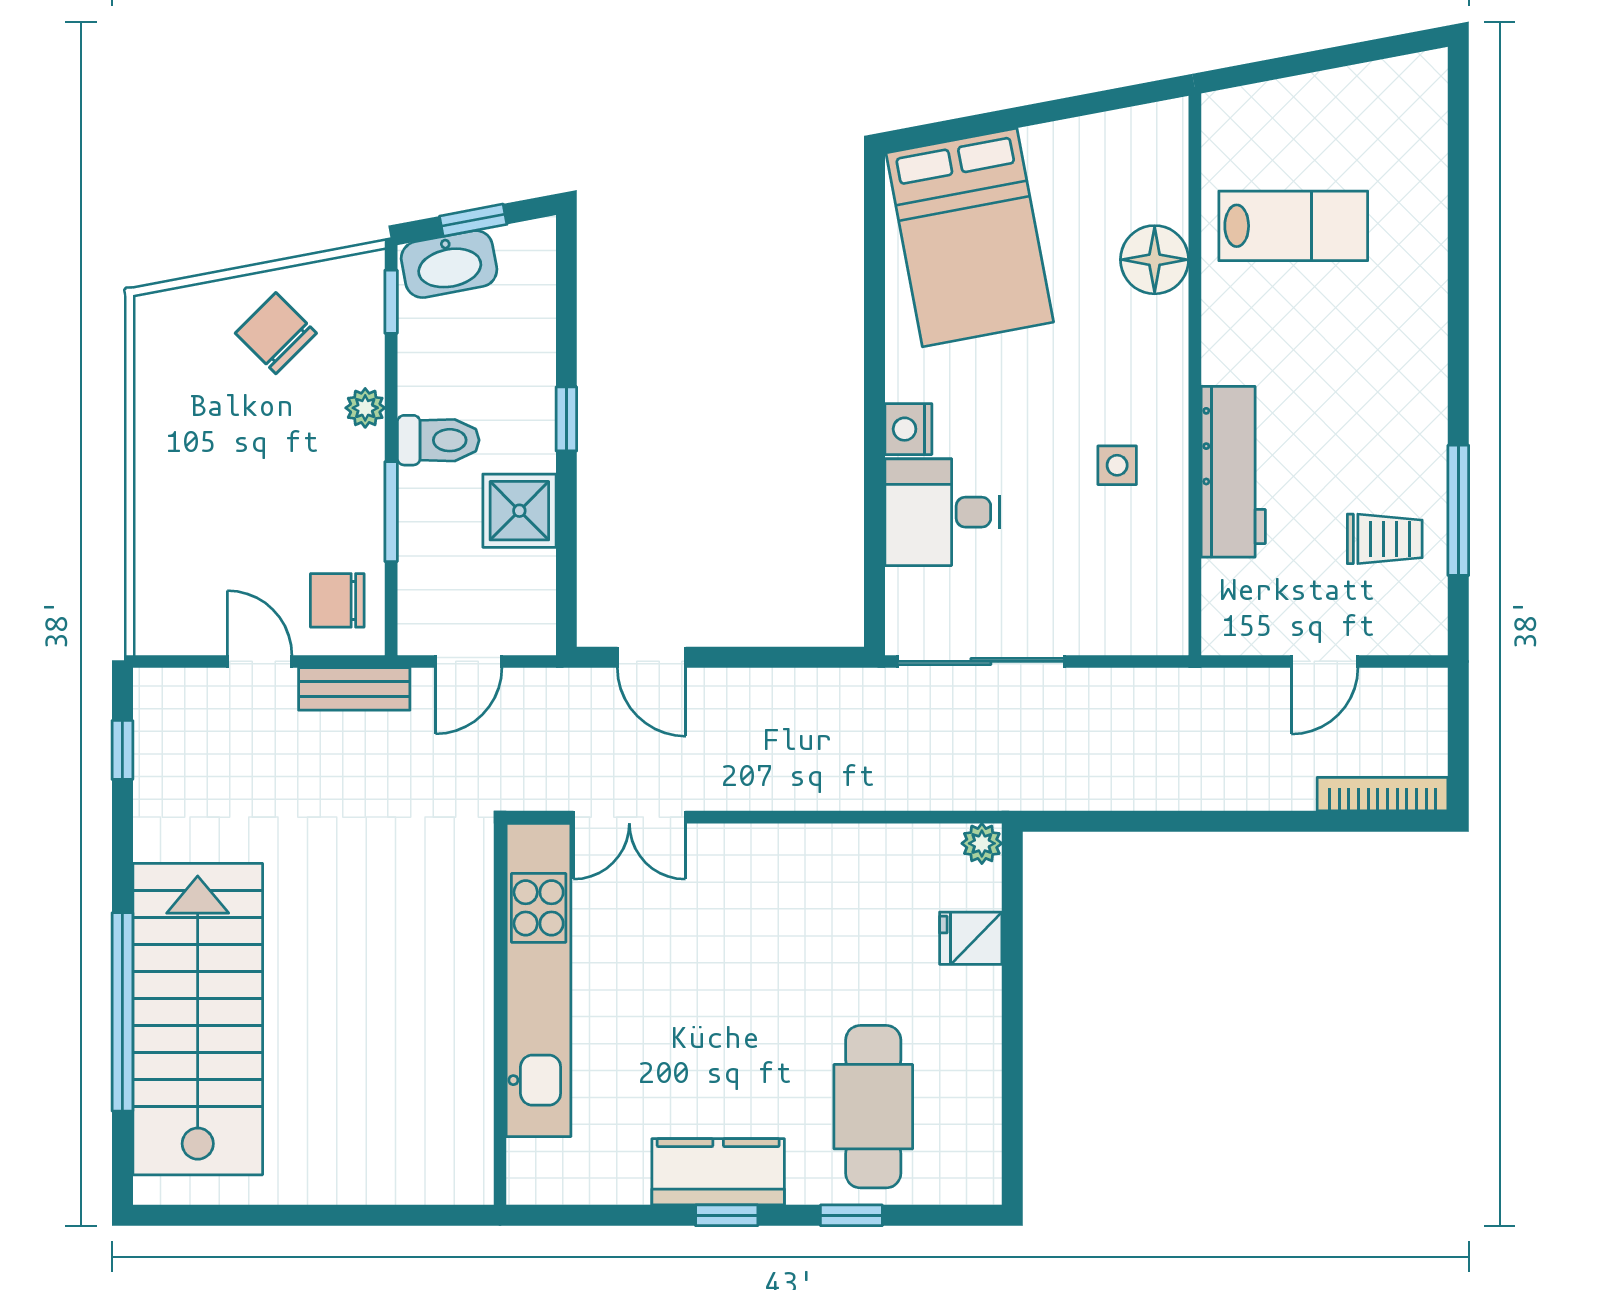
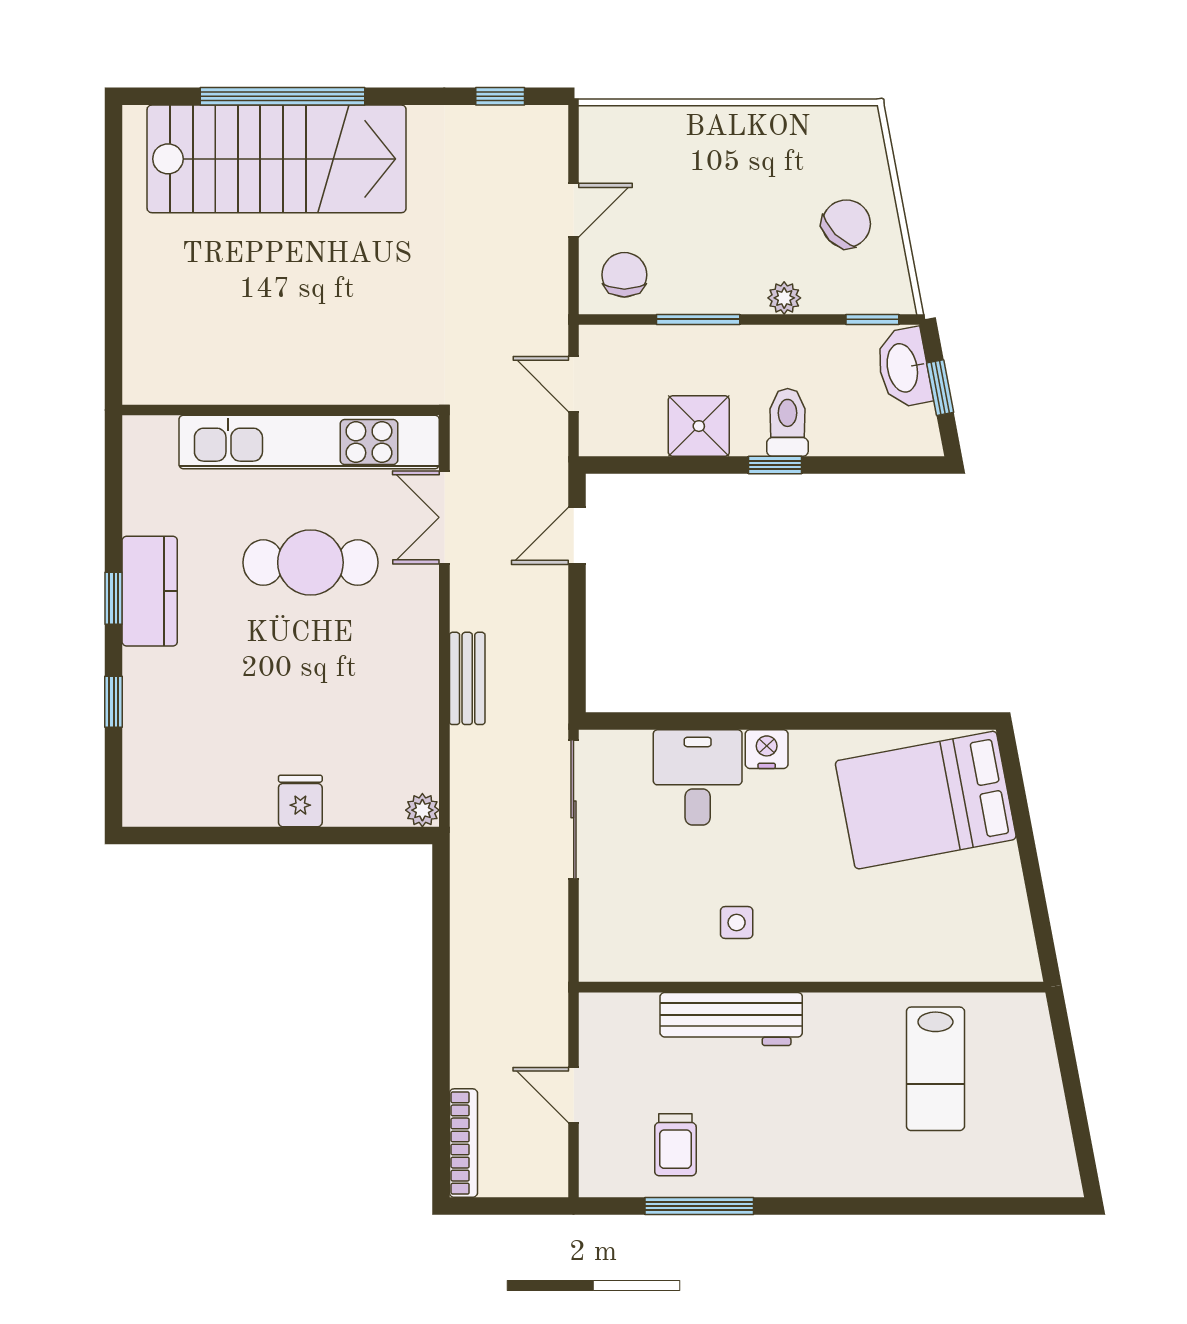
floor lamp: (1155, 260) -> (907, 954), removed
toilet: (438, 440) -> (788, 422), moved, turned 180
bench: (354, 689) -> (467, 678), moved
fridge: (971, 938) -> (300, 801), moved
cafe table: (873, 1107) -> (310, 563), moved

